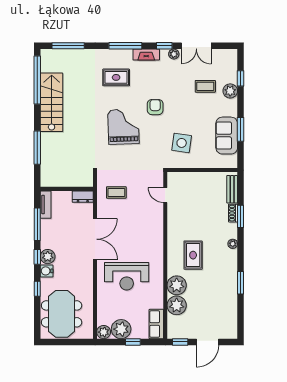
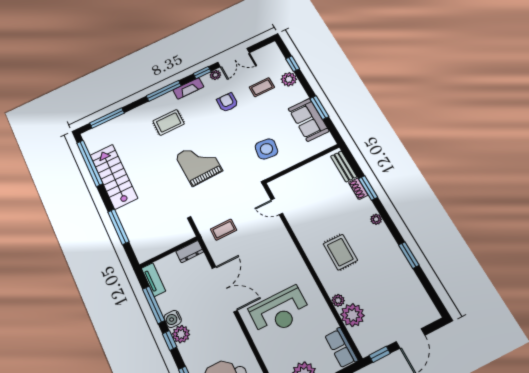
armchair: (155, 107) -> (227, 102), moved
water cooler: (47, 271) -> (173, 319), moved
plant: (177, 285) -> (338, 300), width x0.53, depth x0.53

